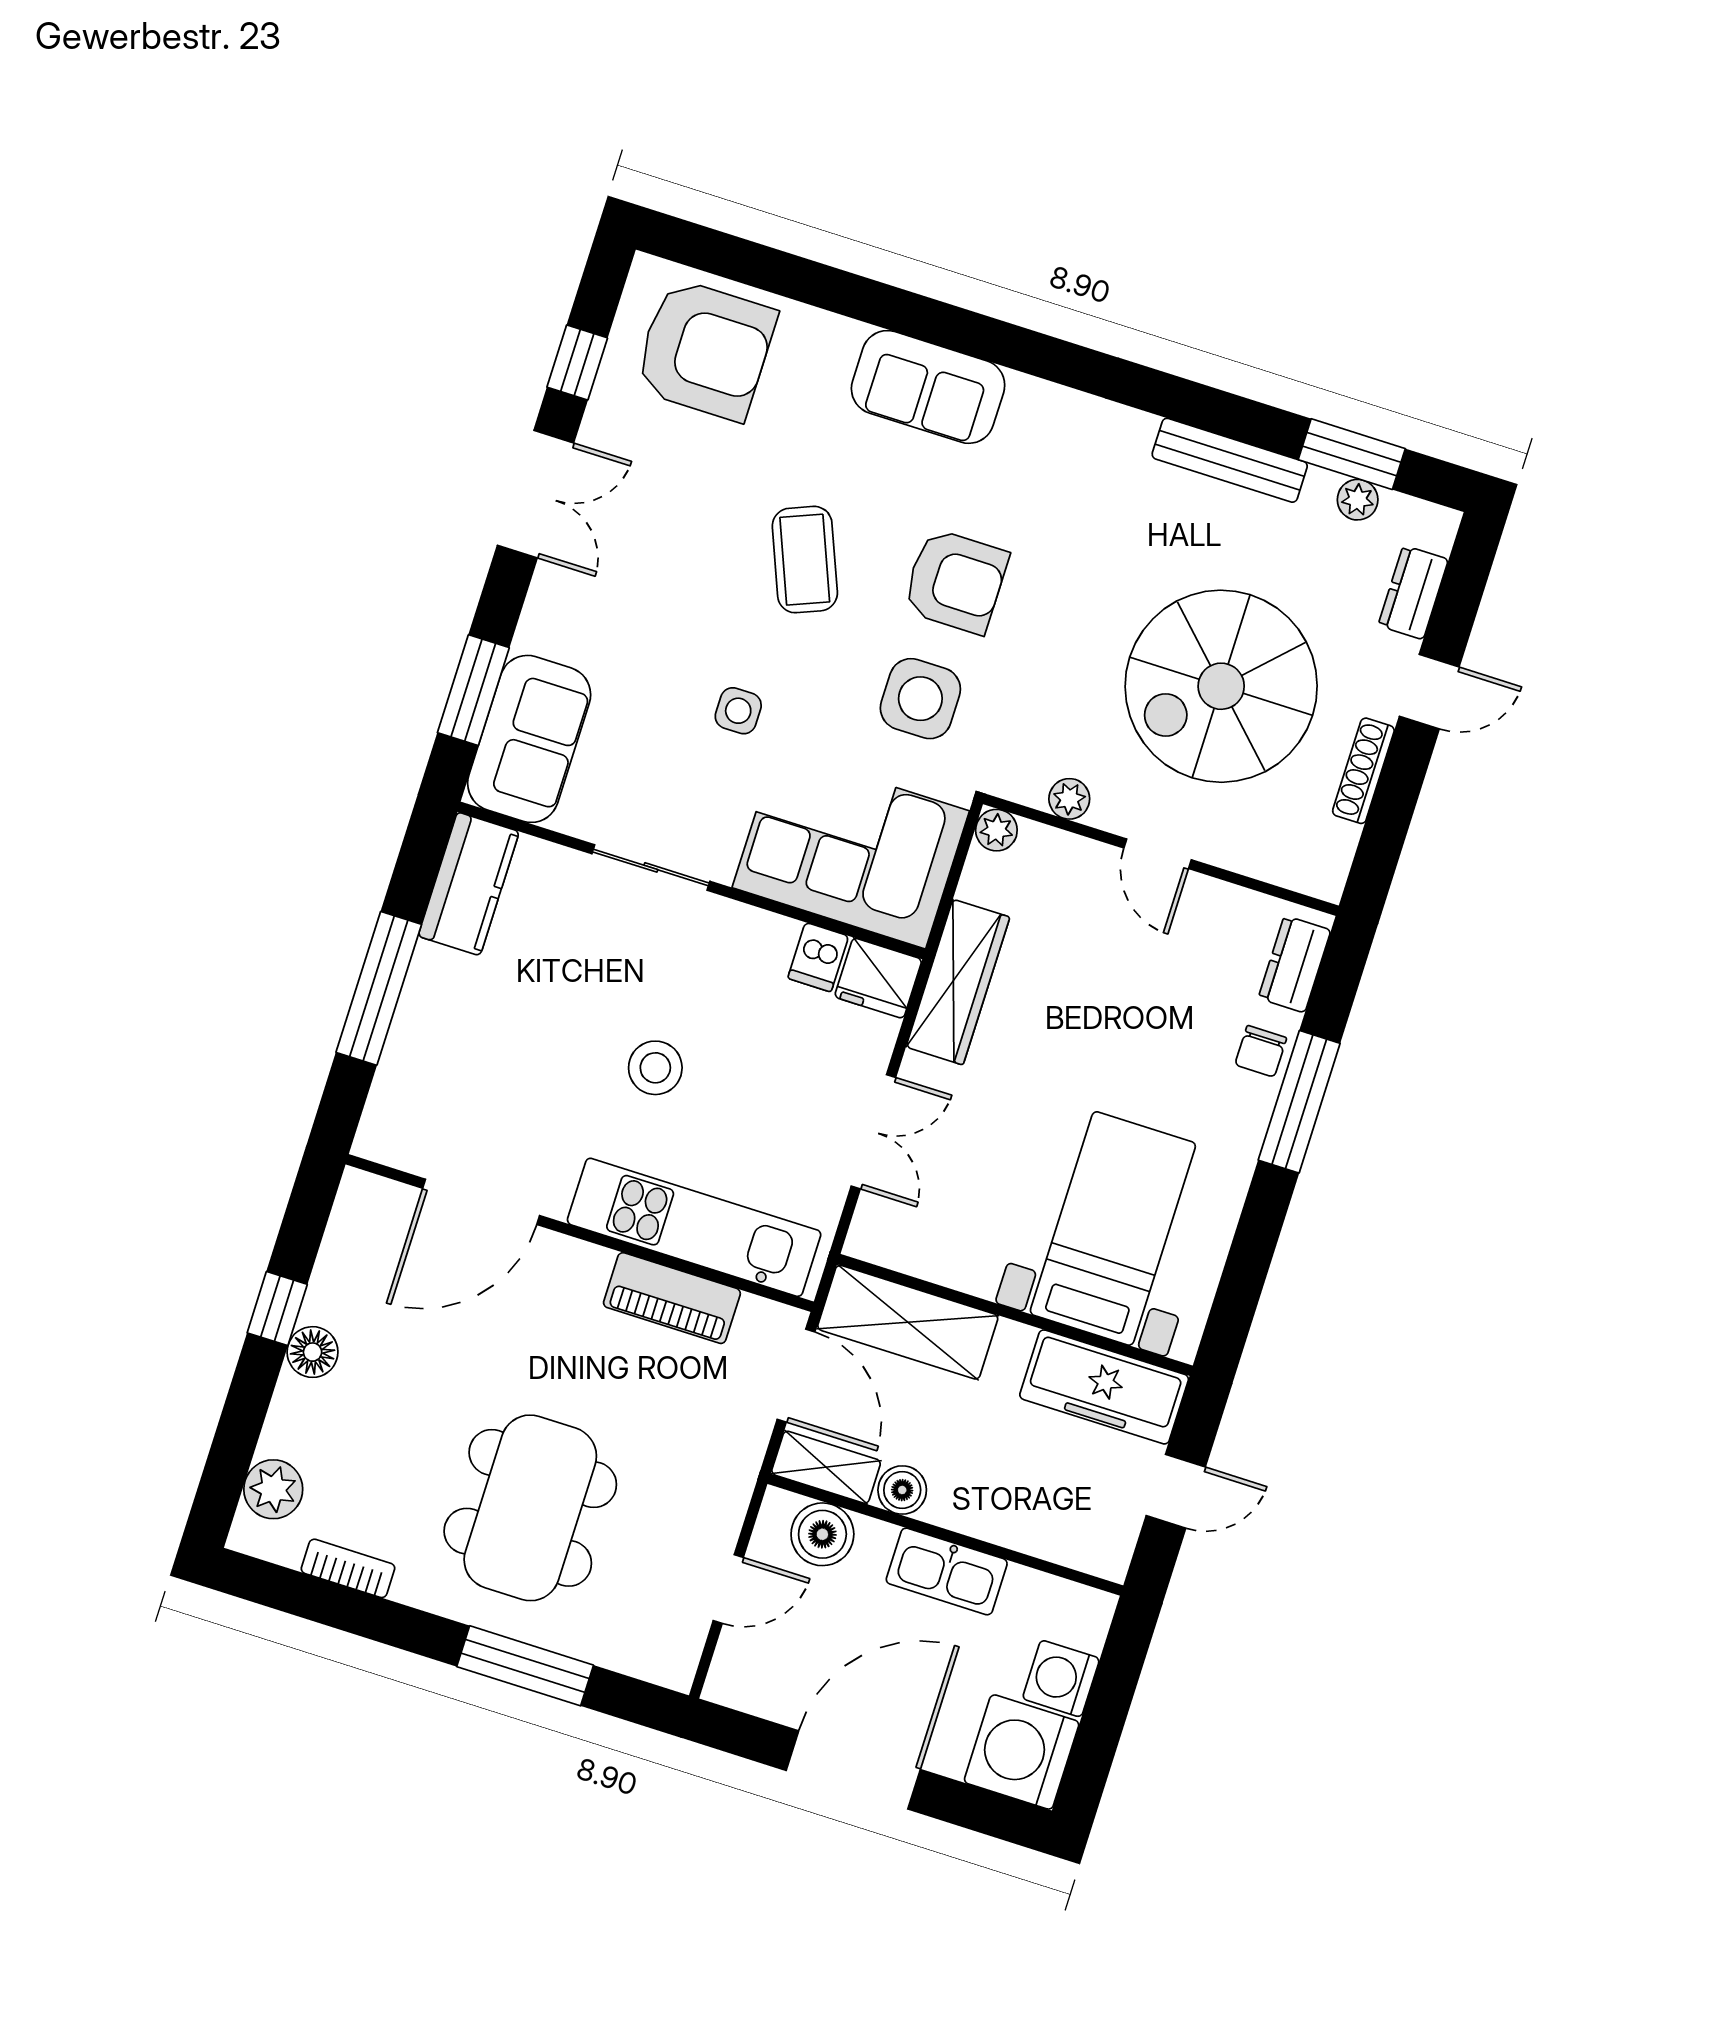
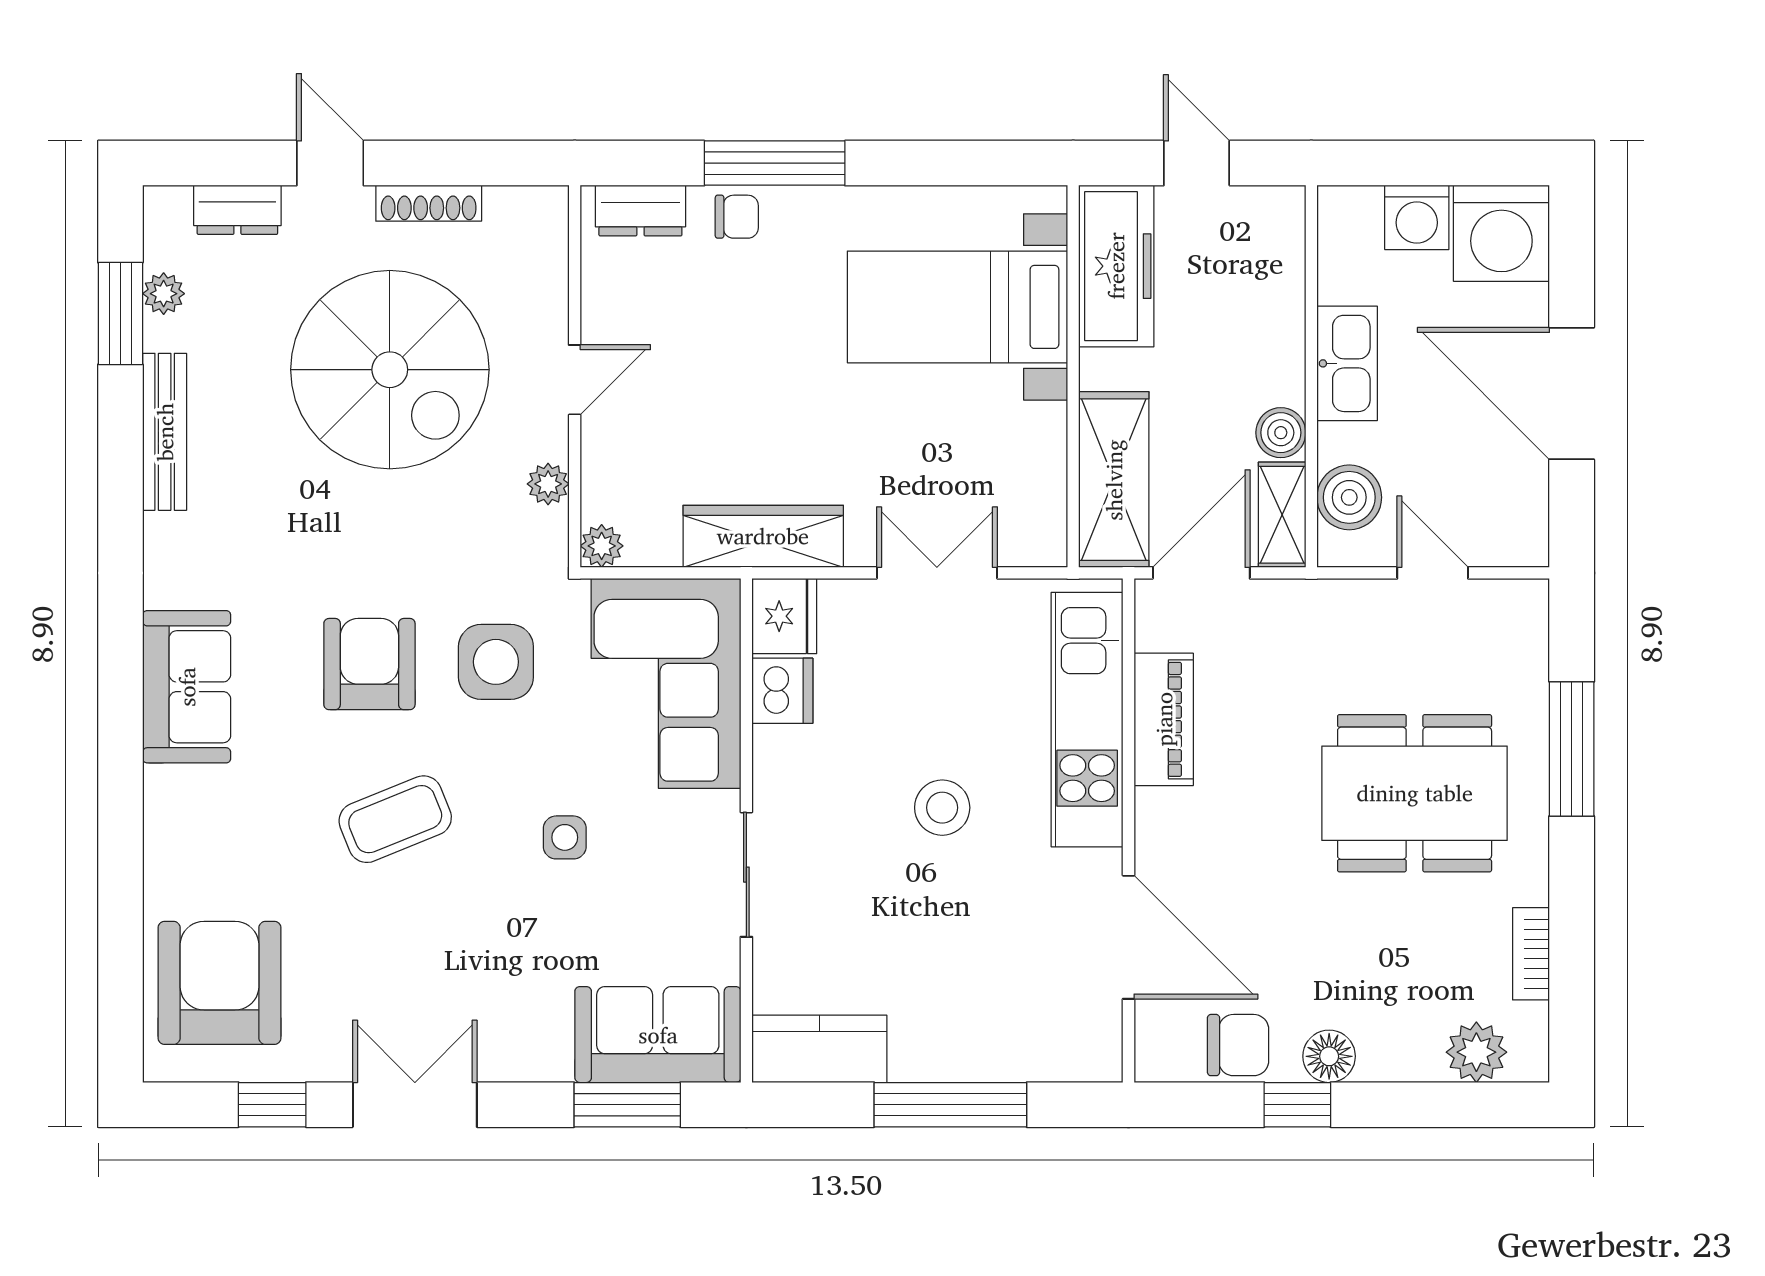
sofa: (928, 387) -> (187, 687), moved
dishwasher: (818, 957) -> (782, 691), width x1.38
chair: (350, 1271) -> (1238, 1045), added

